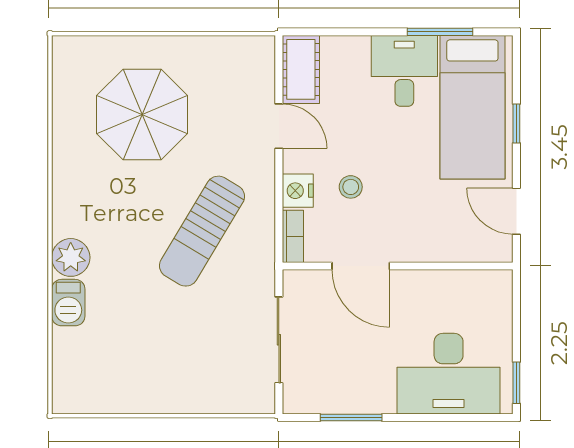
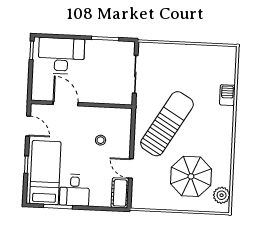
nightstand: (298, 191) -> (124, 140), removed
sun lounger: (202, 231) -> (167, 124), width x1.36, depth x1.34
bookcase: (293, 236) -> (127, 120), removed
plant: (71, 257) -> (222, 195), moved
door: (361, 266) -> (66, 104), moved

